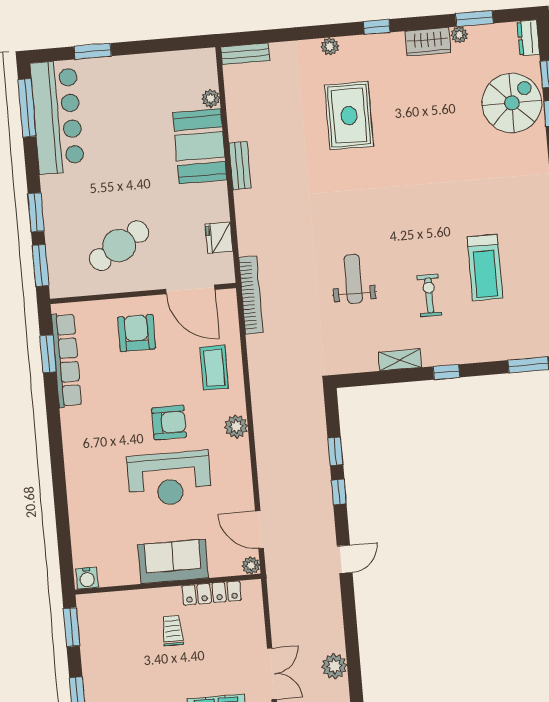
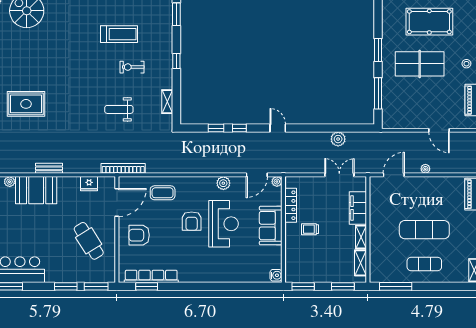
shelving: (400, 360) -> (167, 102), moved
armchair: (169, 422) -> (192, 221), turned 180
plant: (236, 426) -> (223, 183), moved

